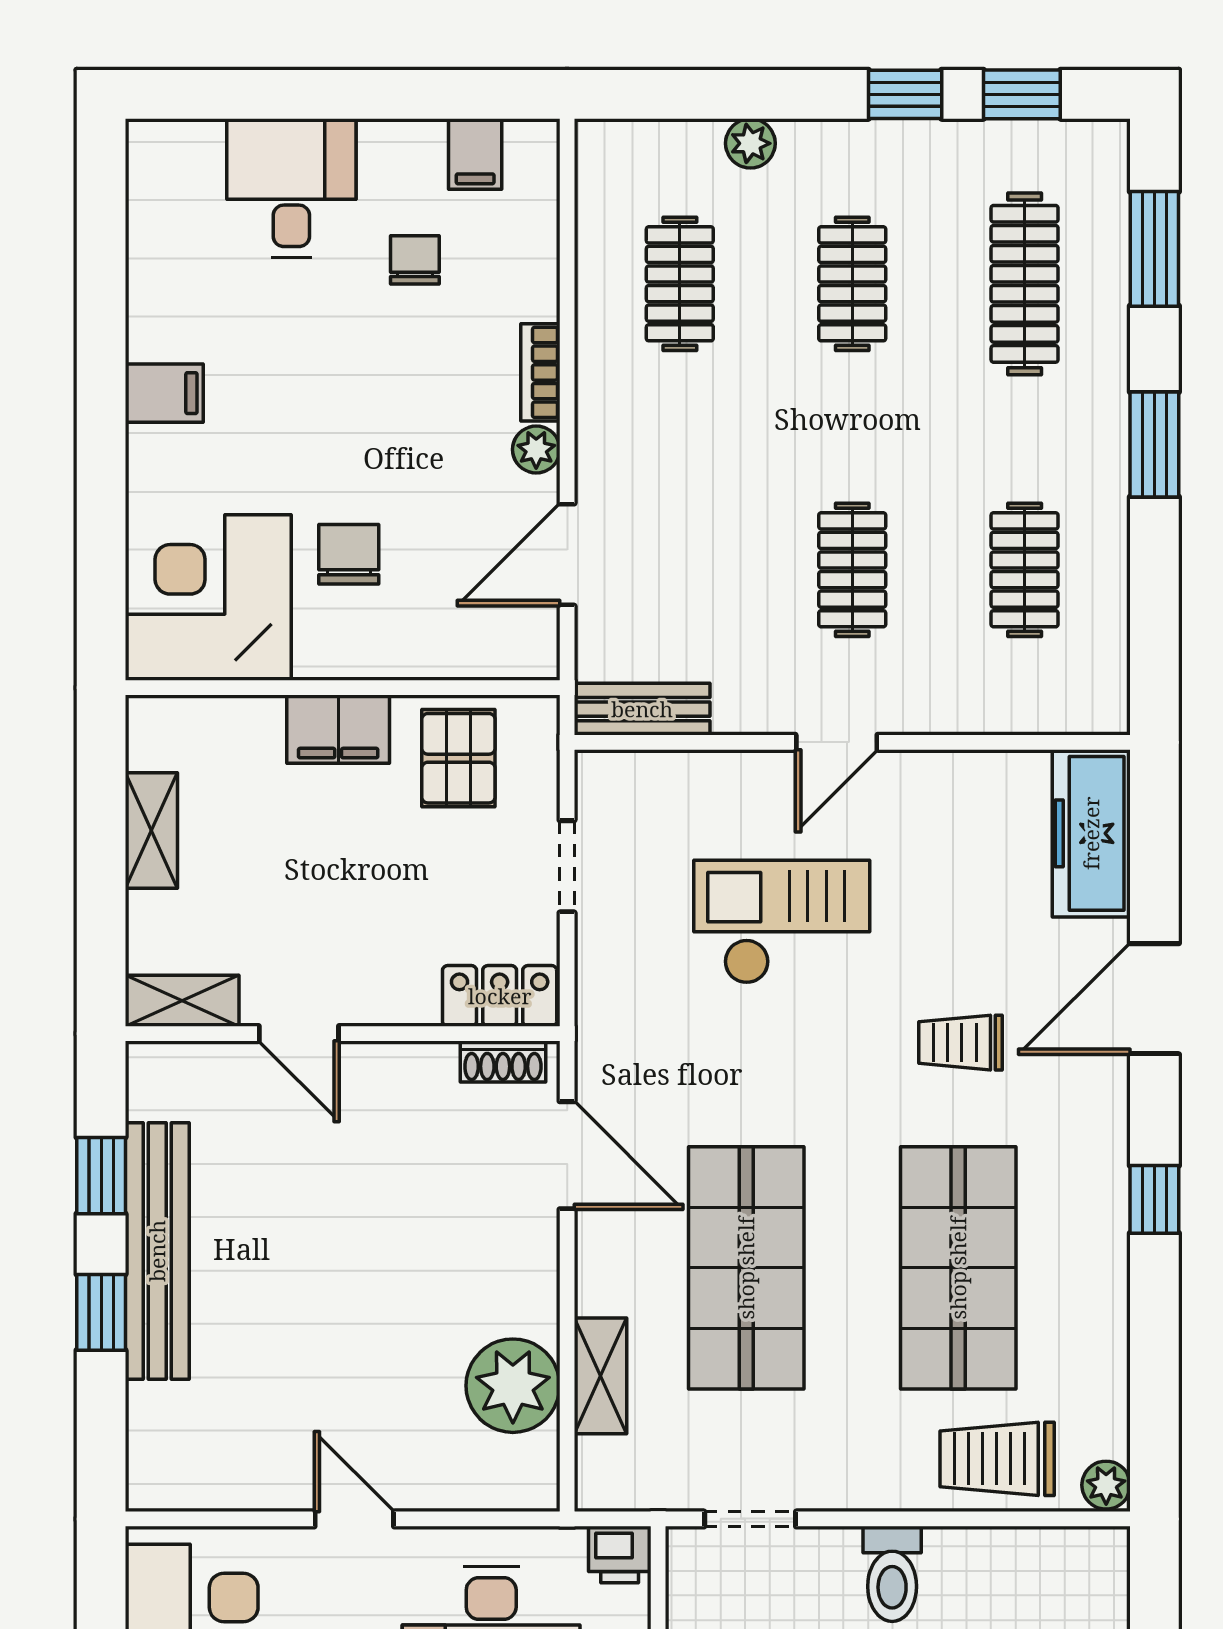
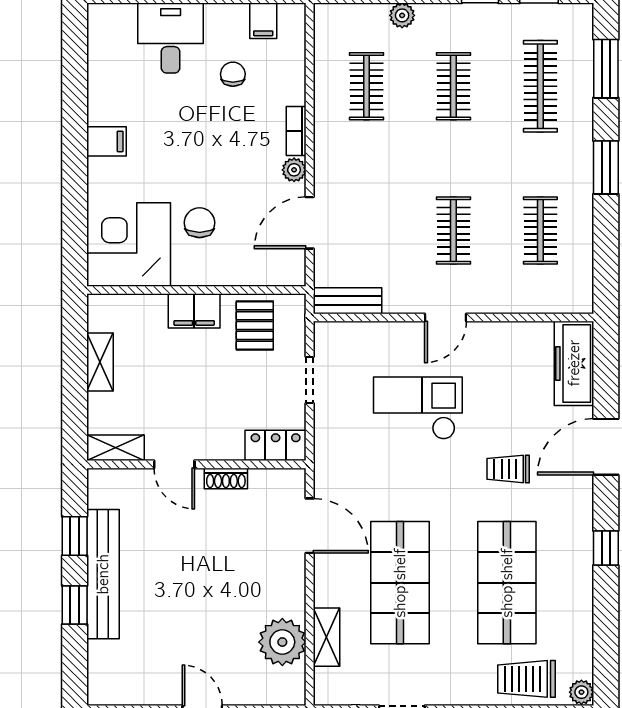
shoe rack: (503, 1062) -> (226, 479), moved

